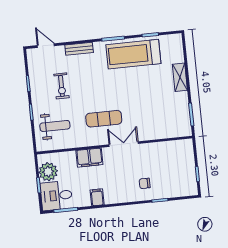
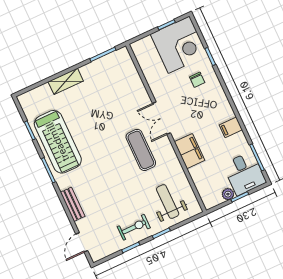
exercise bike: (61, 86) -> (134, 227), moved
plant: (48, 172) -> (228, 194), width x0.53, depth x0.53
corner desk: (178, 179) -> (179, 45), added

